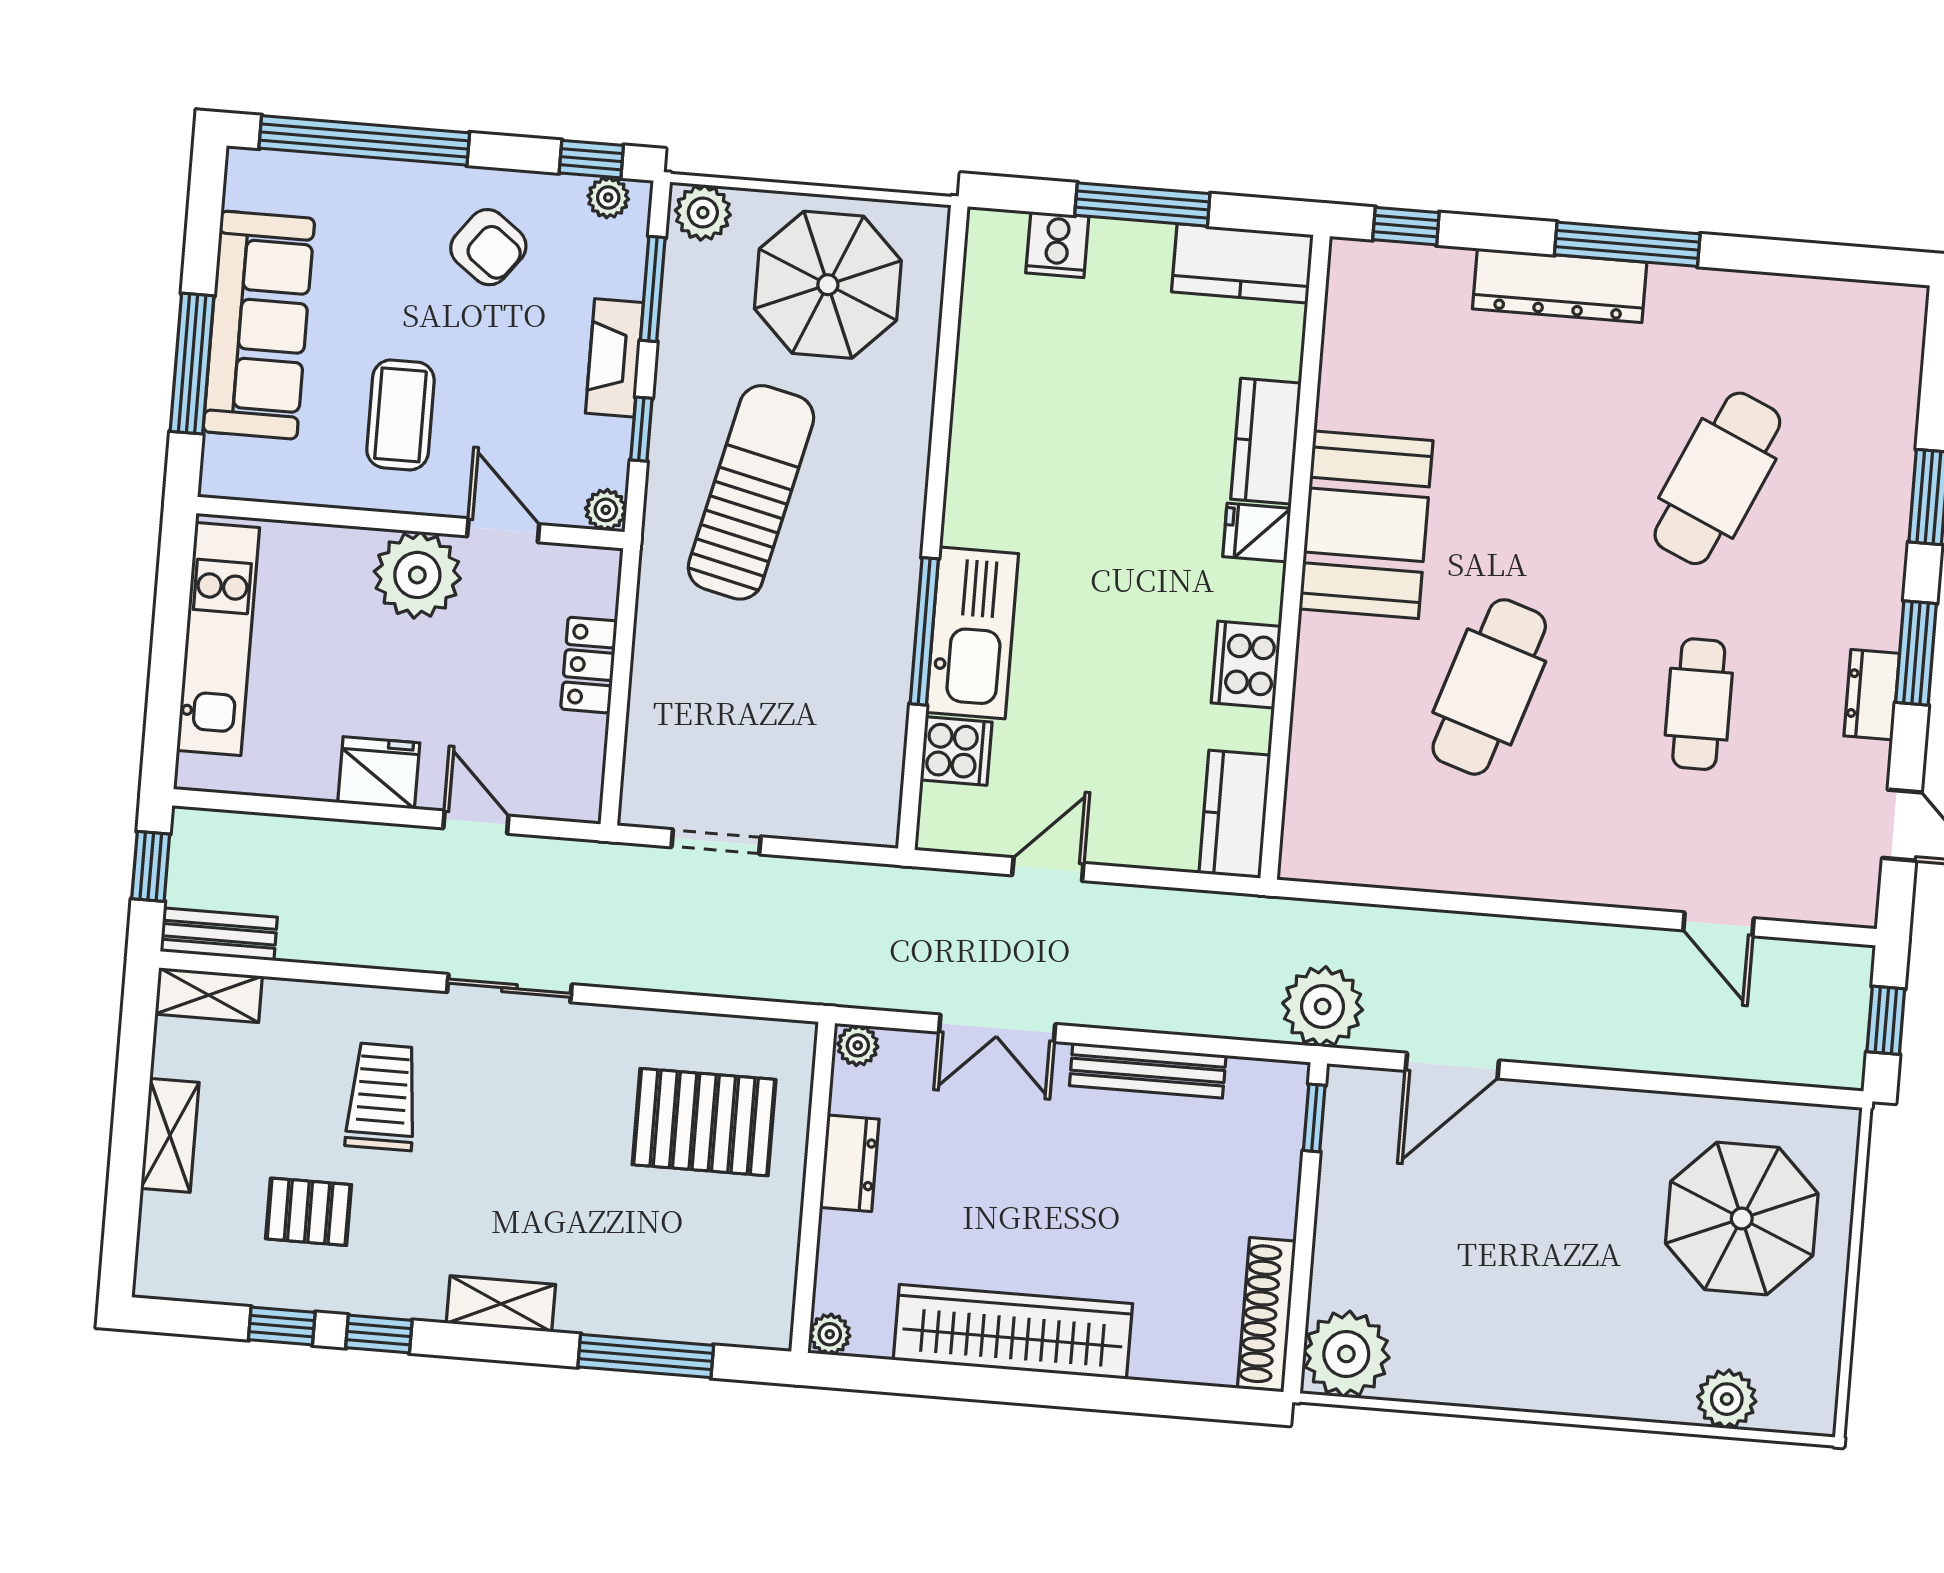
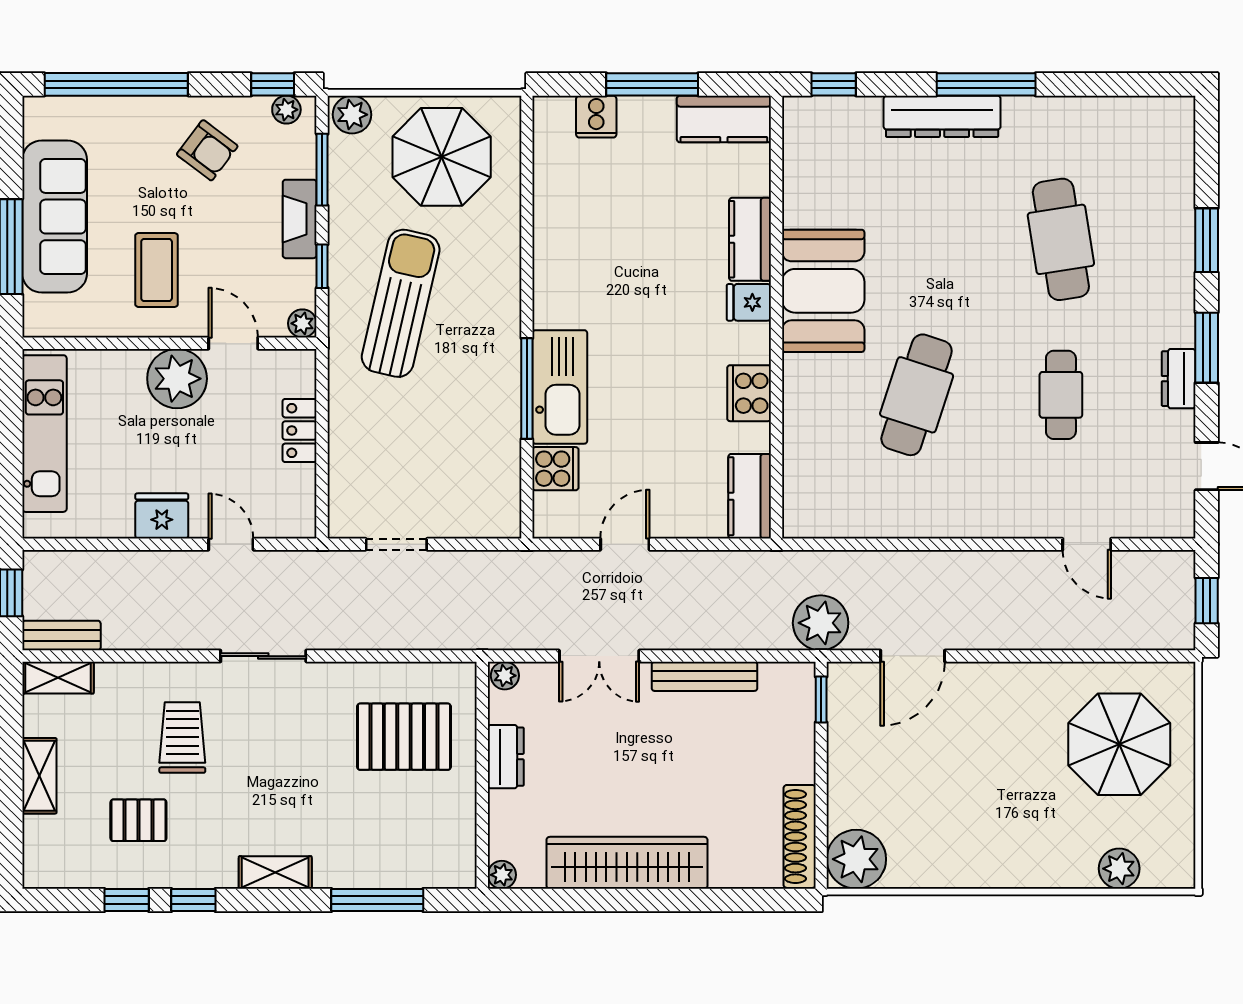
cafe table: (1717, 478) -> (1061, 239), turned -33

